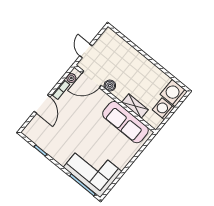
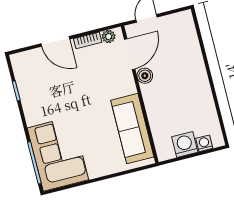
door: (91, 79) -> (130, 54), swing flipped
washing machine: (174, 93) -> (204, 143), width x0.53, depth x0.53
door: (42, 104) -> (55, 41), hinge flipped
shelving: (135, 106) -> (156, 119), removed

